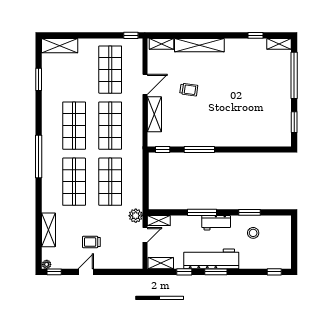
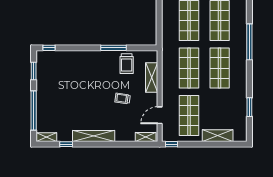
shelving: (199, 45) -> (94, 136), moved
shelving: (60, 46) -> (218, 136), moved
door: (145, 84) -> (160, 115), moved
trolley: (184, 131) -> (127, 64), added
window: (163, 149) -> (49, 48), moved

